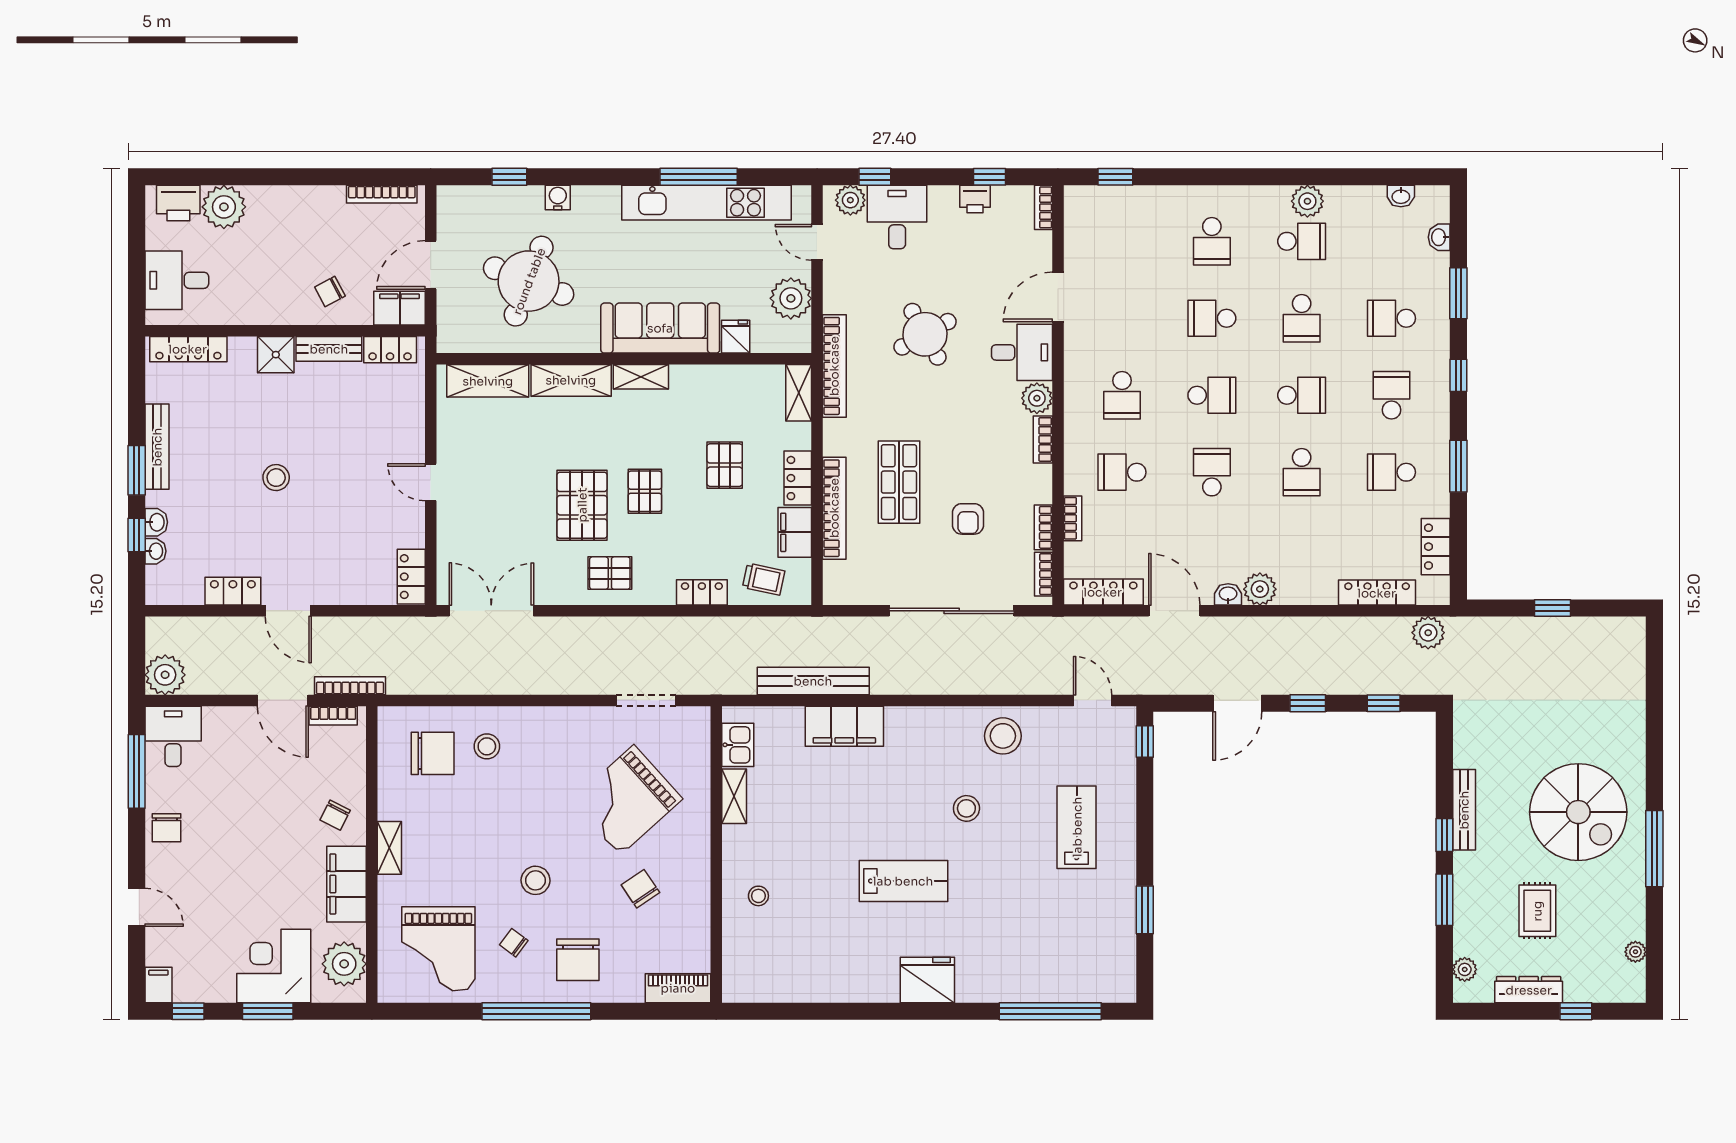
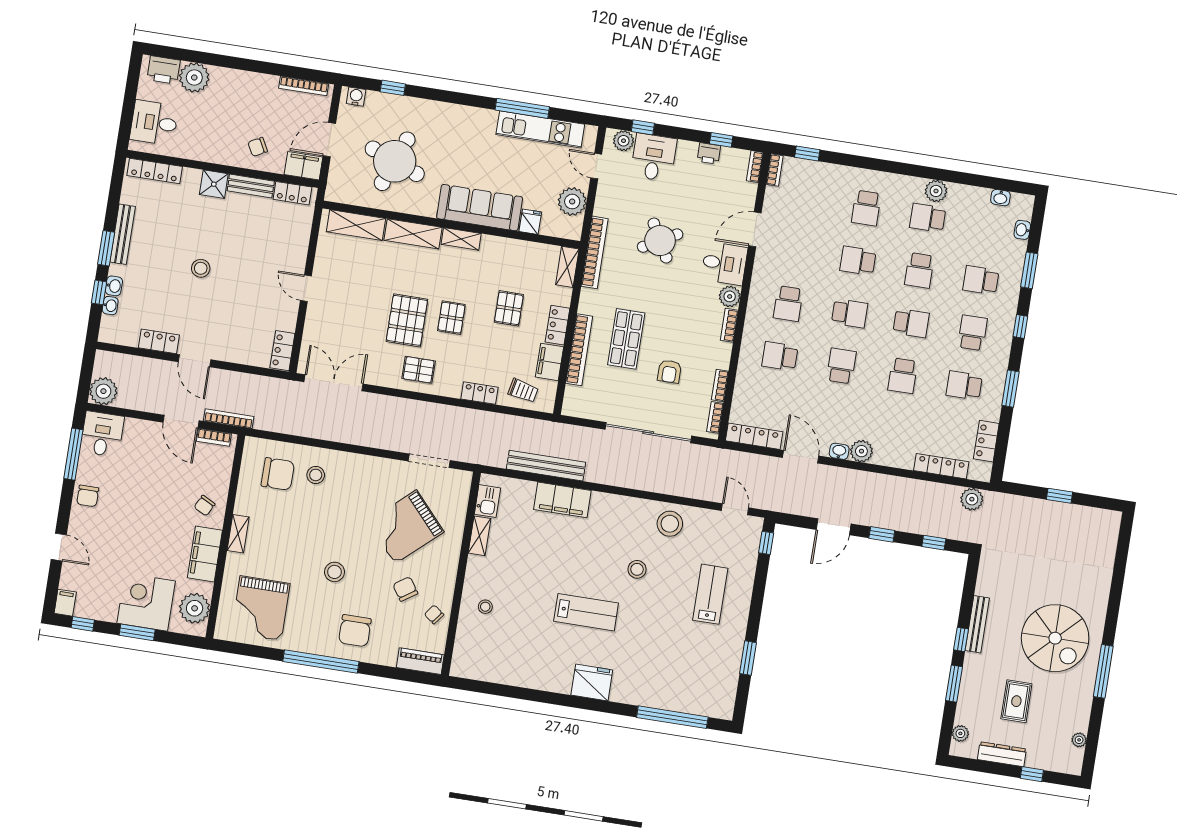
water cooler: (558, 197) -> (356, 97), moved
kitchen unit: (707, 203) -> (540, 129), width x0.73
school desk: (1302, 241) -> (928, 218), turned 180
bookcase: (1073, 518) -> (775, 170), moved
chair: (514, 943) -> (434, 614), moved

